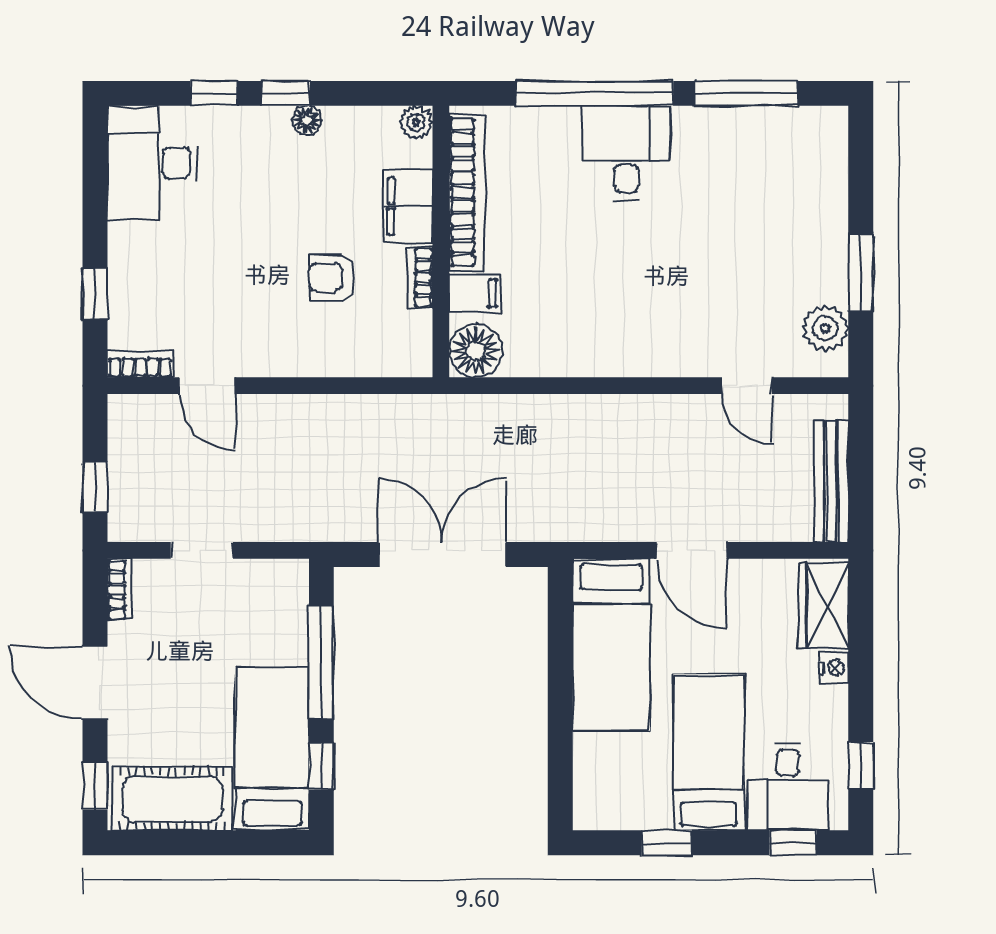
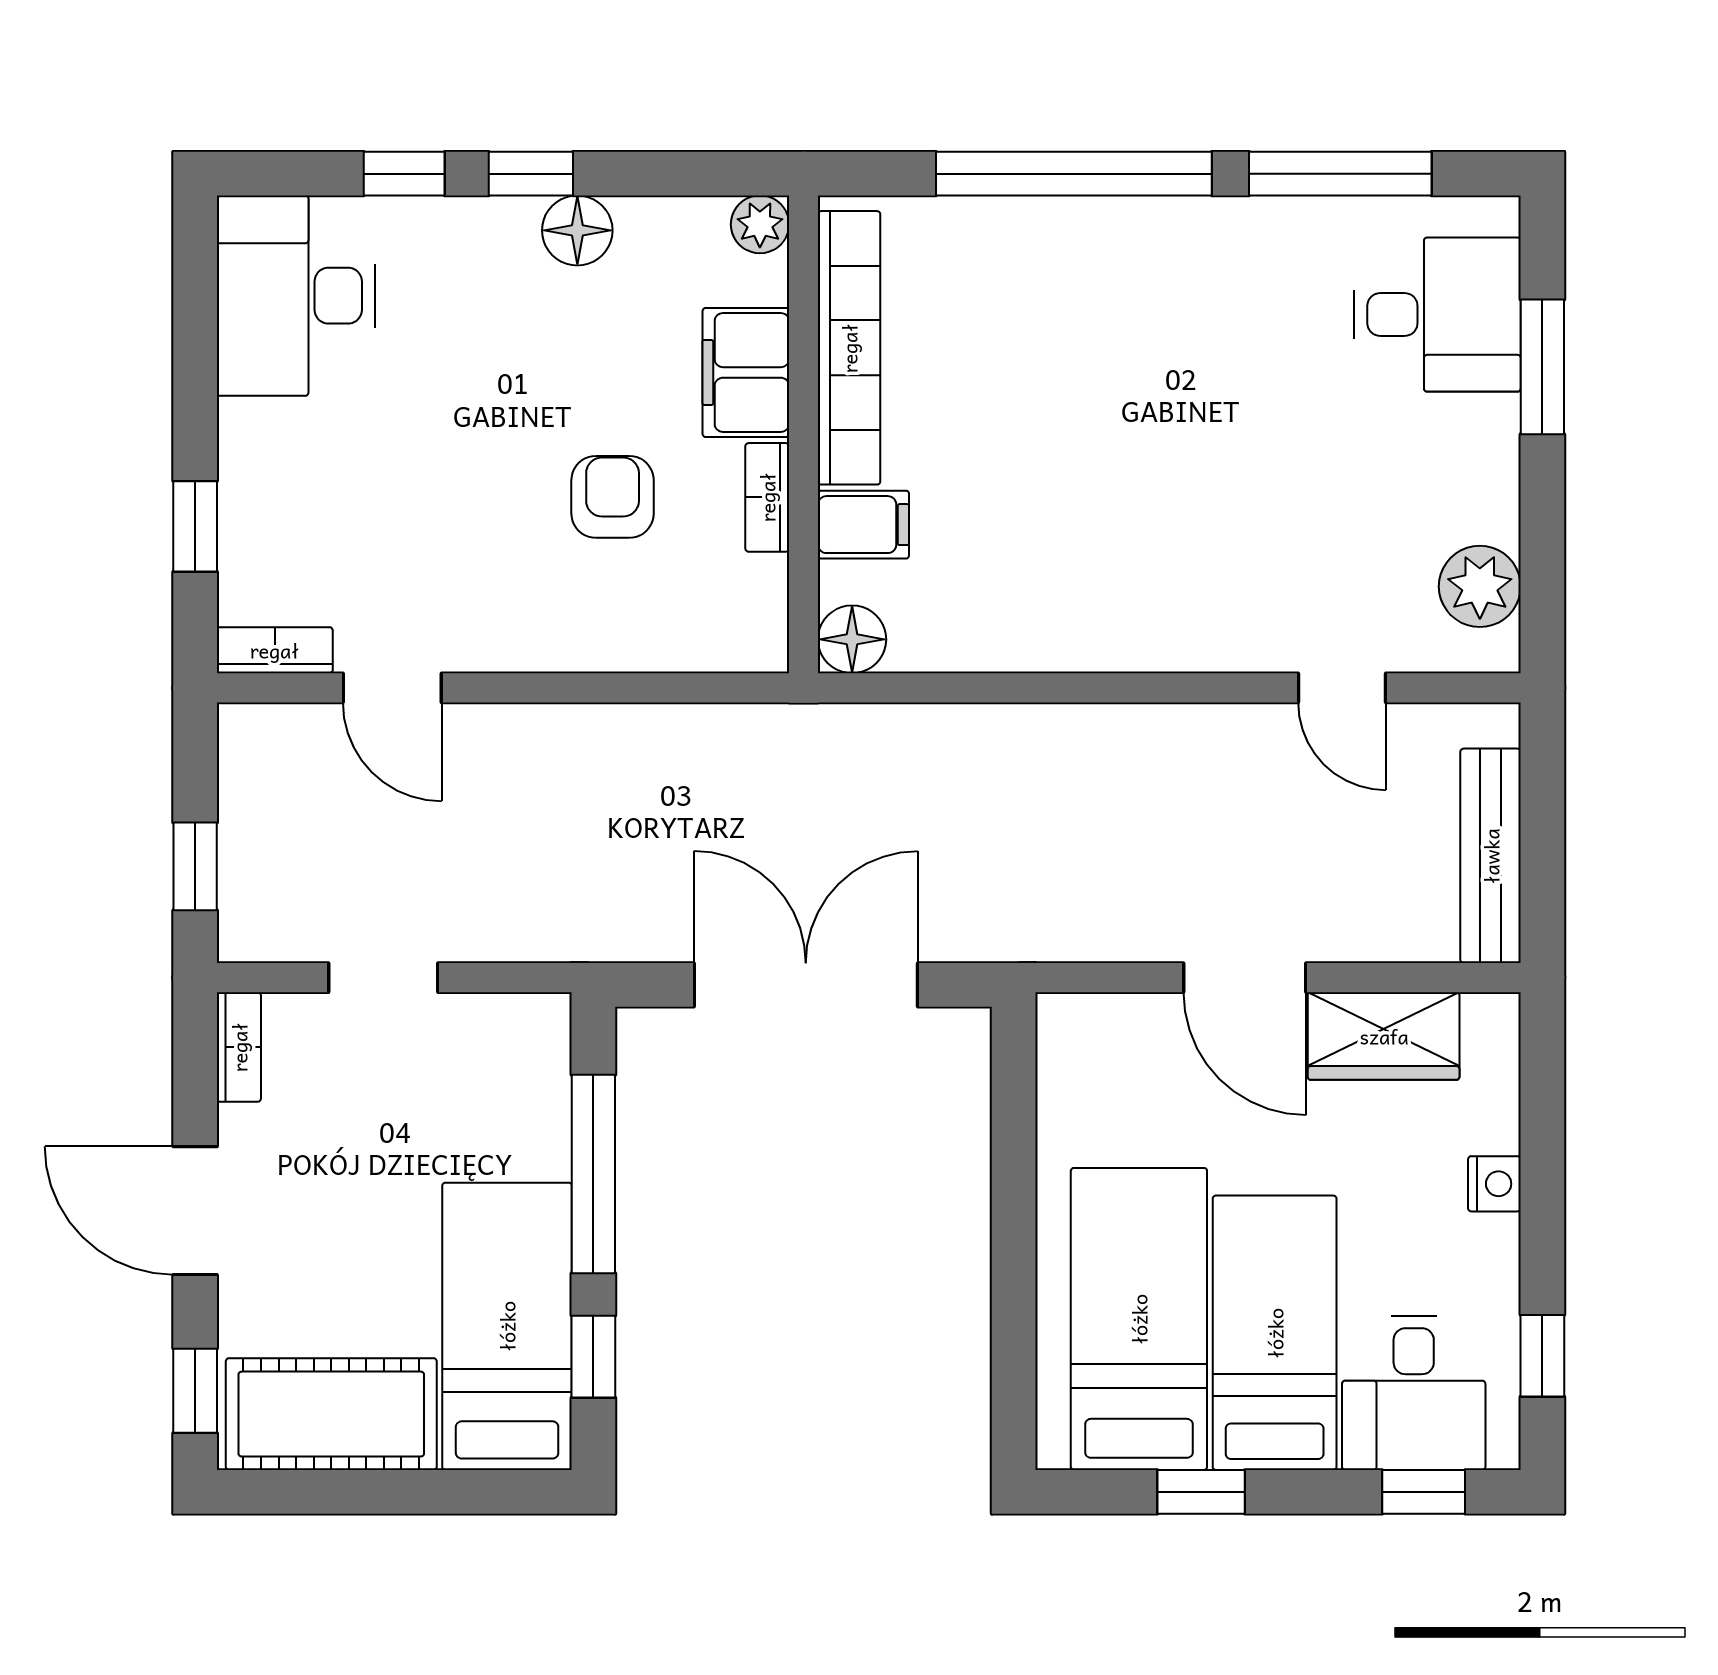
floor lamp: (307, 120) -> (577, 230), width x1.37, depth x1.37
desk: (626, 153) -> (1437, 315), moved, turned 90
window: (861, 273) -> (1542, 367), moved
armchair: (332, 277) -> (613, 497), turned 90
floor lamp: (476, 351) -> (852, 639), width x0.73, depth x0.73
wardrobe: (824, 606) -> (1384, 1036), moved, turned -90
bed: (611, 645) -> (1139, 1319), moved, turned 180

